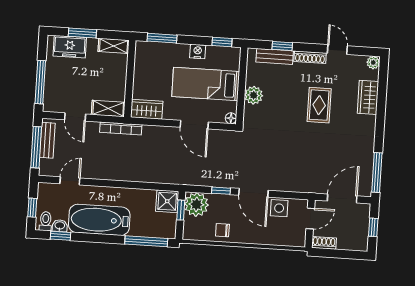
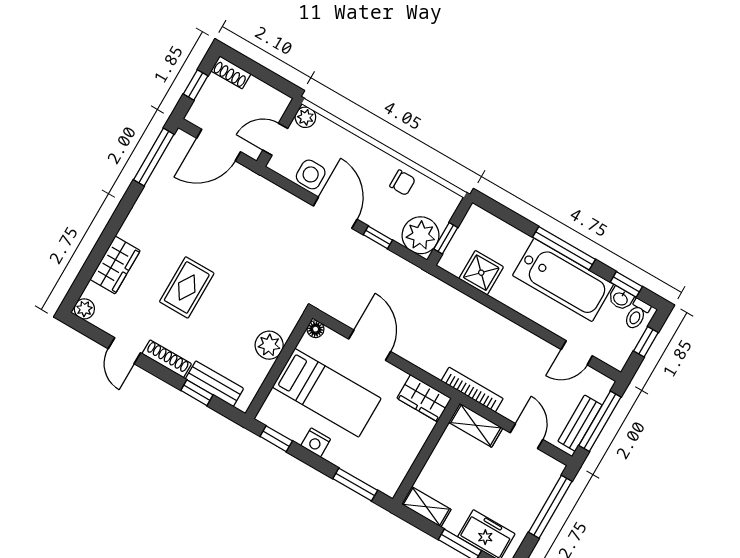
shower: (167, 201) -> (481, 273), moved
plant: (299, 240) -> (305, 117), added
window: (146, 241) -> (564, 248), moved
shoe rack: (324, 243) -> (231, 72), moved

